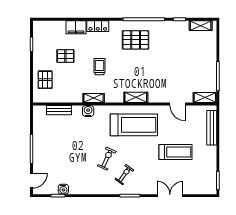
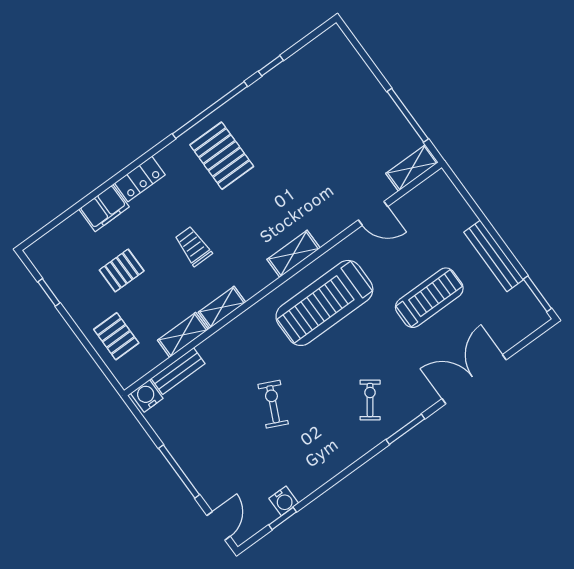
shelving: (201, 26) -> (183, 335), moved
pallet: (136, 40) -> (222, 156), turned 90
water cooler: (88, 111) -> (147, 396), moved
treadmill: (134, 125) -> (324, 303), turned 180
bench: (212, 128) -> (494, 256), moved
exercise bike: (107, 159) -> (273, 404), moved
double door: (170, 196) -> (474, 379), width x1.37

